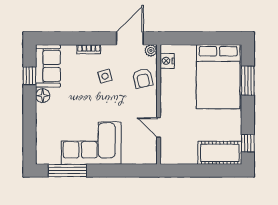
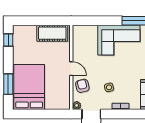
nightstand: (167, 61) -> (65, 98), removed
door: (159, 127) -> (71, 69), moved
cot: (220, 153) -> (52, 33), moved

